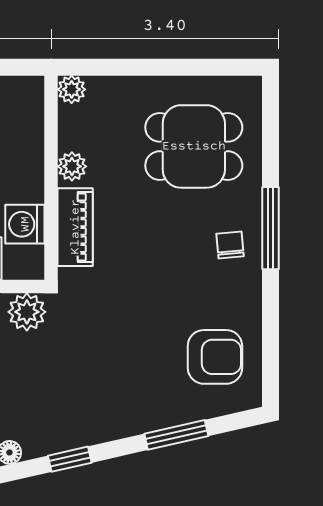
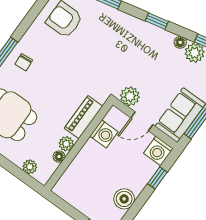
plant: (72, 89) -> (30, 167), moved
floor lamp: (69, 138) -> (59, 157), added

